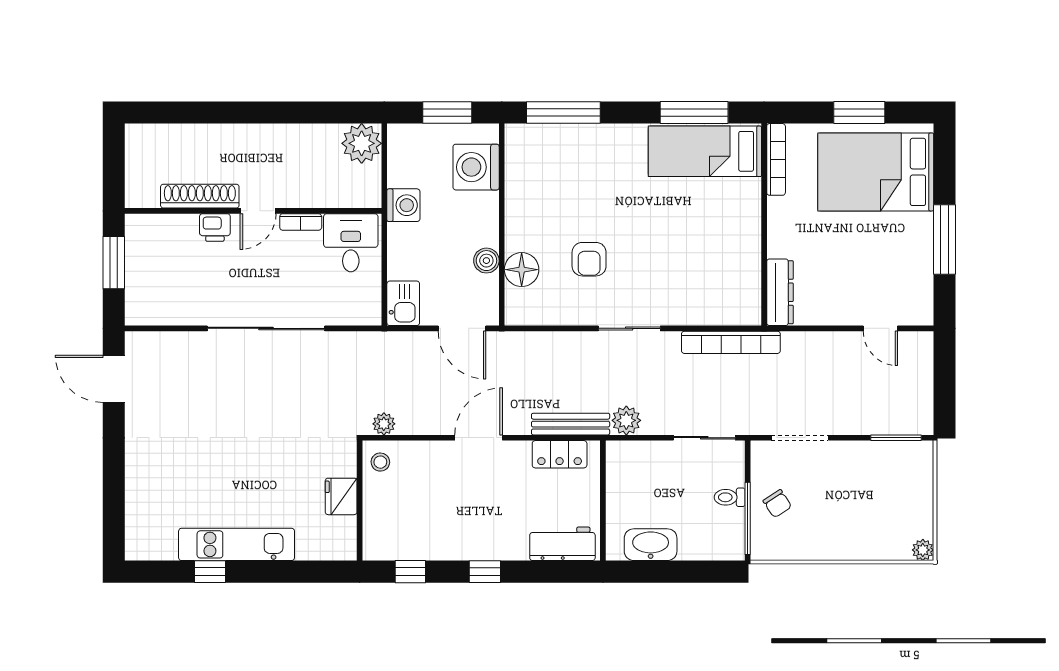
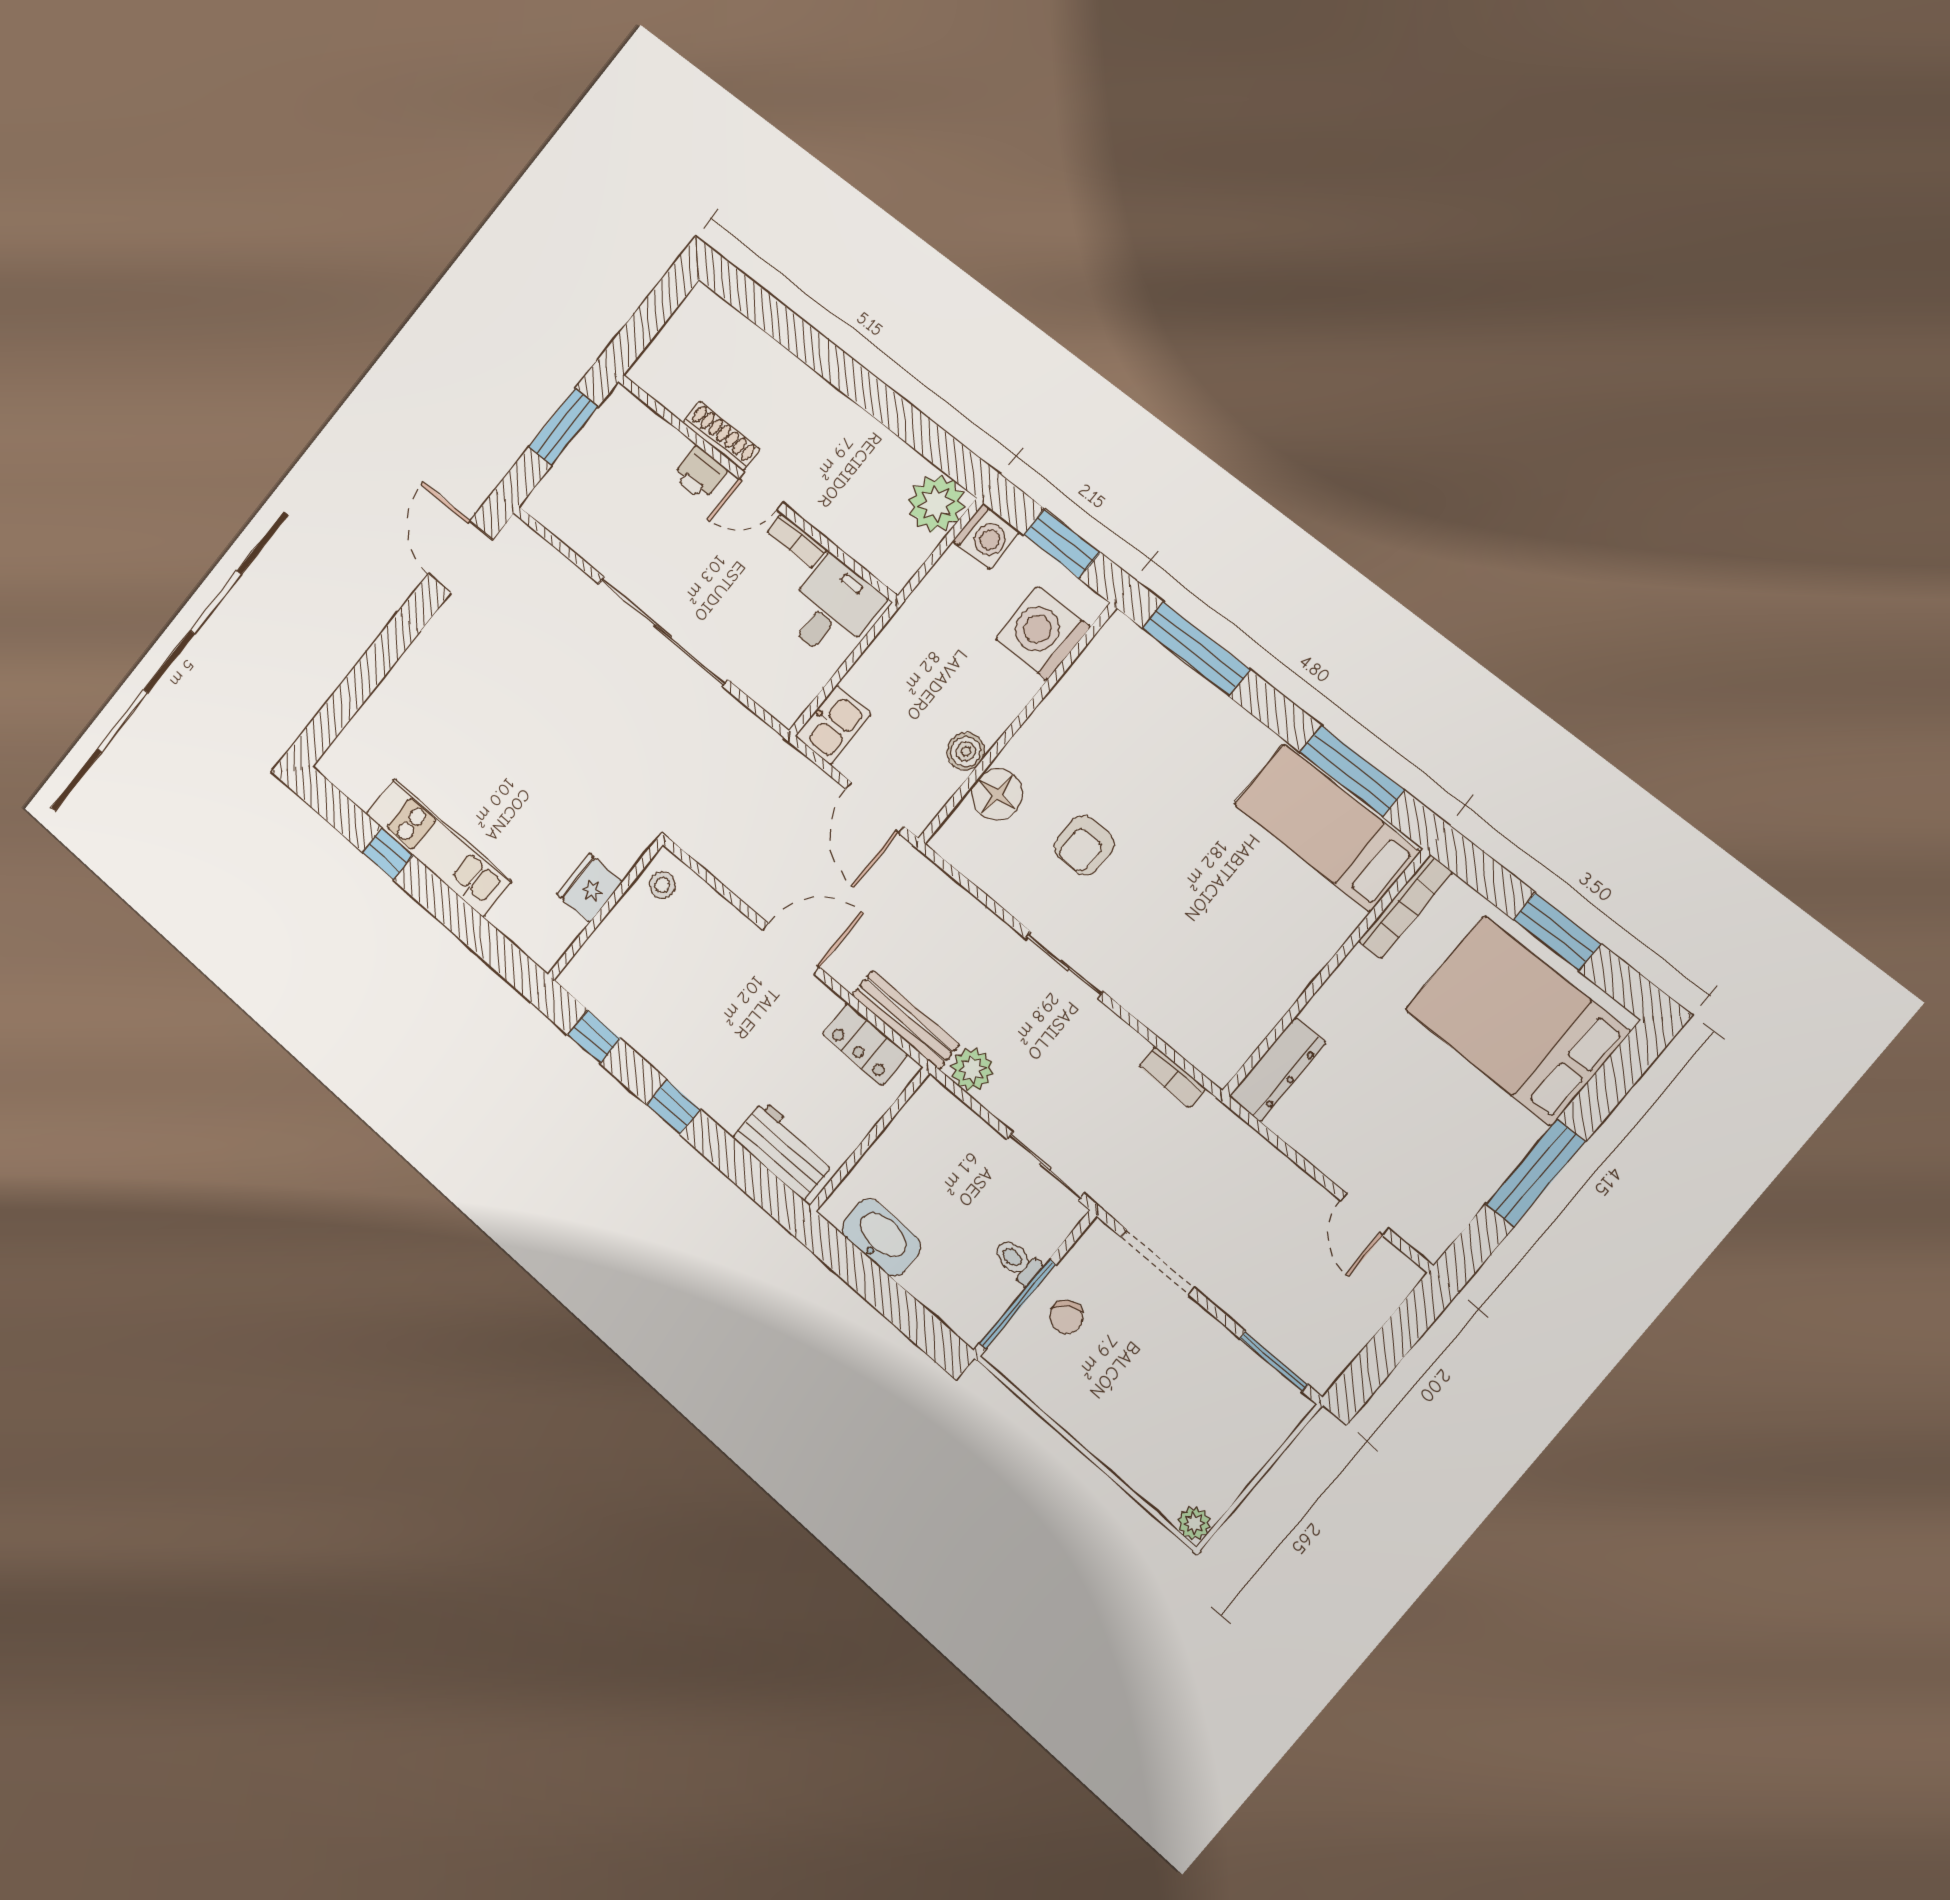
shoe rack: (200, 196) -> (722, 436), width x0.74, depth x0.81
washing machine: (403, 205) -> (986, 537), moved
bookcase: (731, 342) -> (1172, 1077), width x0.43, depth x0.76
plant: (384, 424) -> (701, 845), removed

